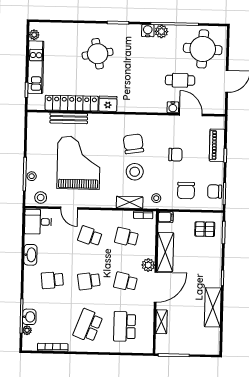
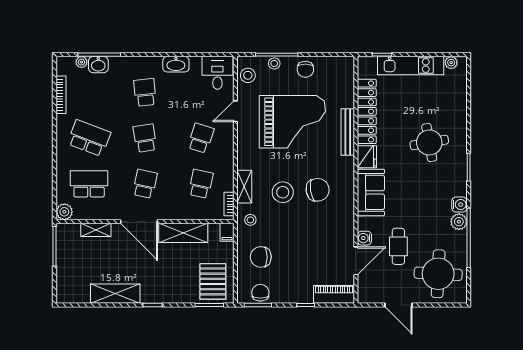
sofa: (136, 101) -> (371, 192), added
bench: (69, 118) -> (348, 132), moved
piano: (217, 145) -> (334, 294), moved
chair: (175, 155) -> (305, 69), moved
pallet: (205, 229) -> (213, 281), width x1.50, depth x1.42
plant: (148, 265) -> (64, 212), moved

